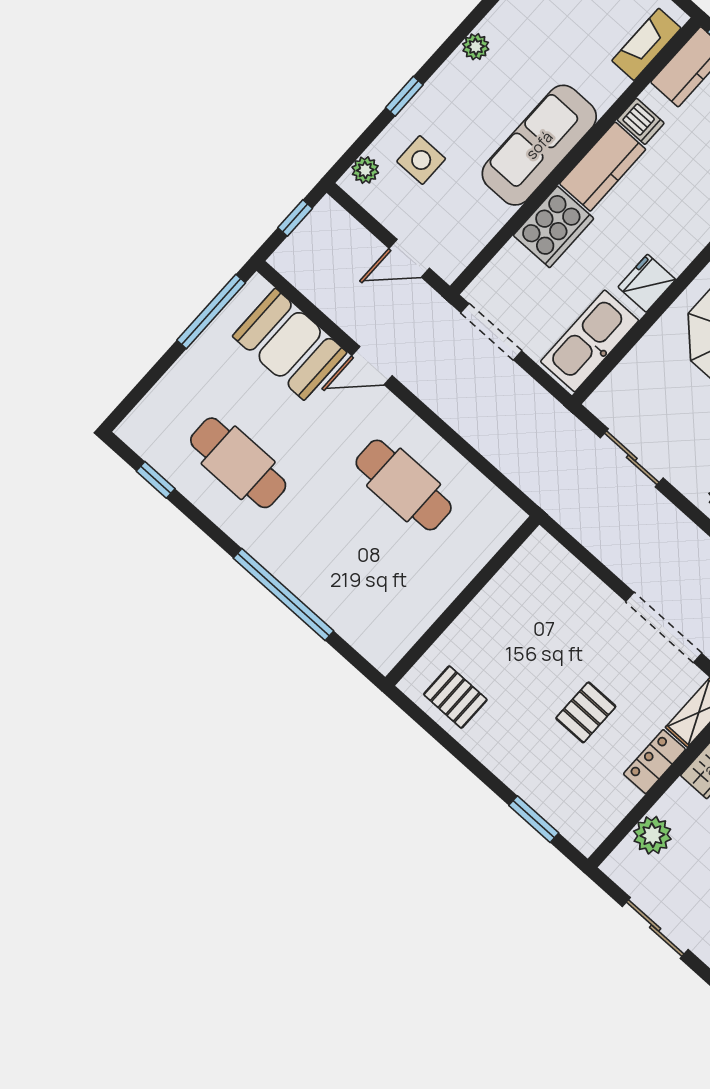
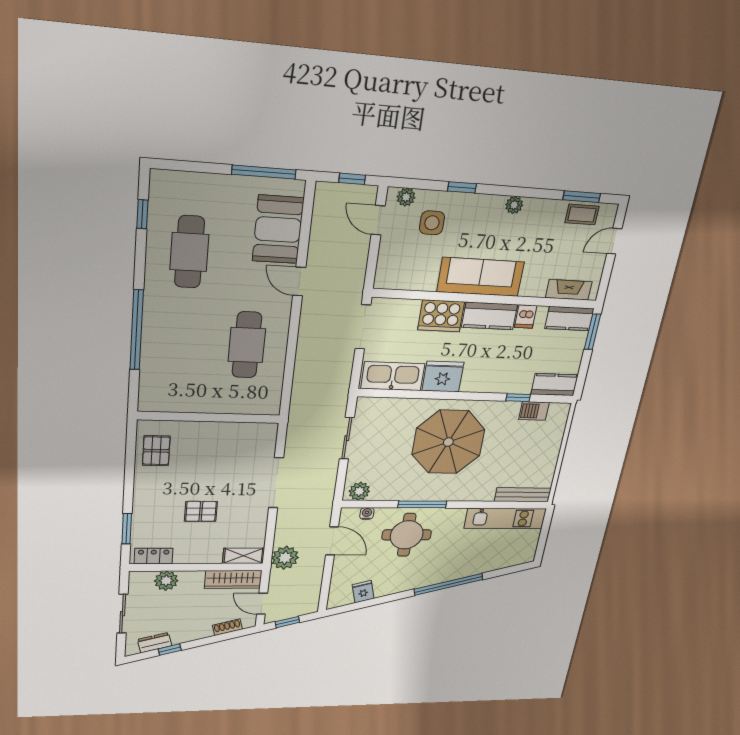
door: (409, 258) -> (378, 220), moved
fridge: (647, 283) -> (443, 377), width x1.36, depth x1.34
doorway: (664, 627) -> (276, 483), moved
locker: (654, 762) -> (153, 556), moved

